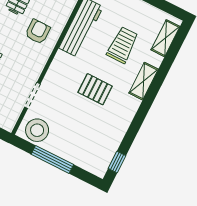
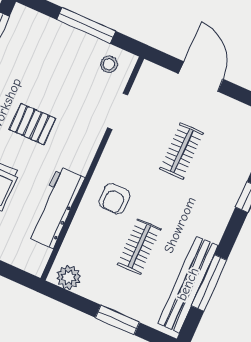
stool: (37, 130) -> (109, 64), width x0.53, depth x0.53

